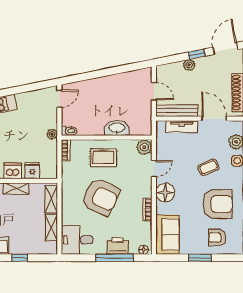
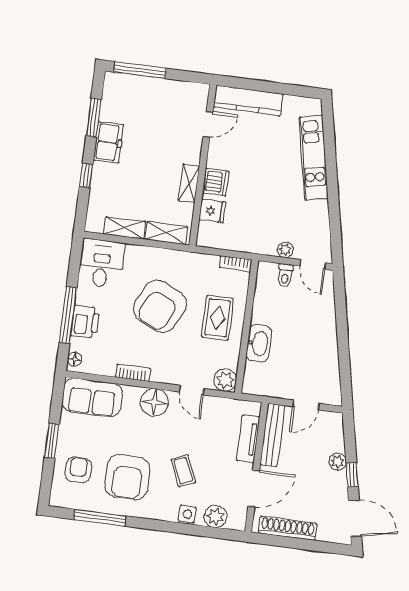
toilet: (69, 131) -> (285, 275), moved
plant: (52, 134) -> (285, 250), moved

